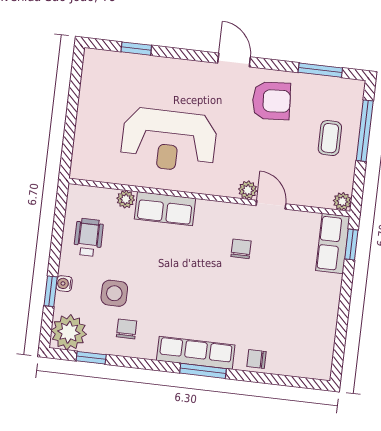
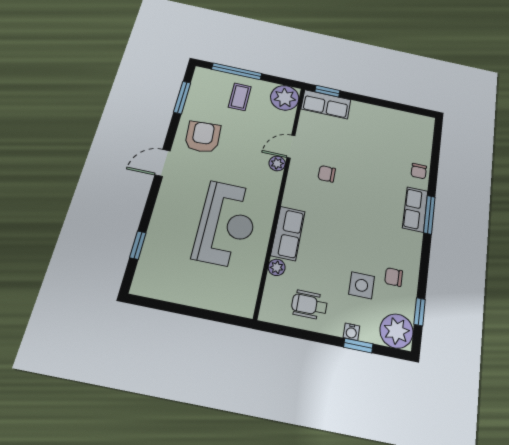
coffee table: (330, 138) -> (240, 97), turned 90
plant: (342, 201) -> (285, 98), width x1.88, depth x1.88
row of seats: (196, 353) -> (415, 209), width x0.68

